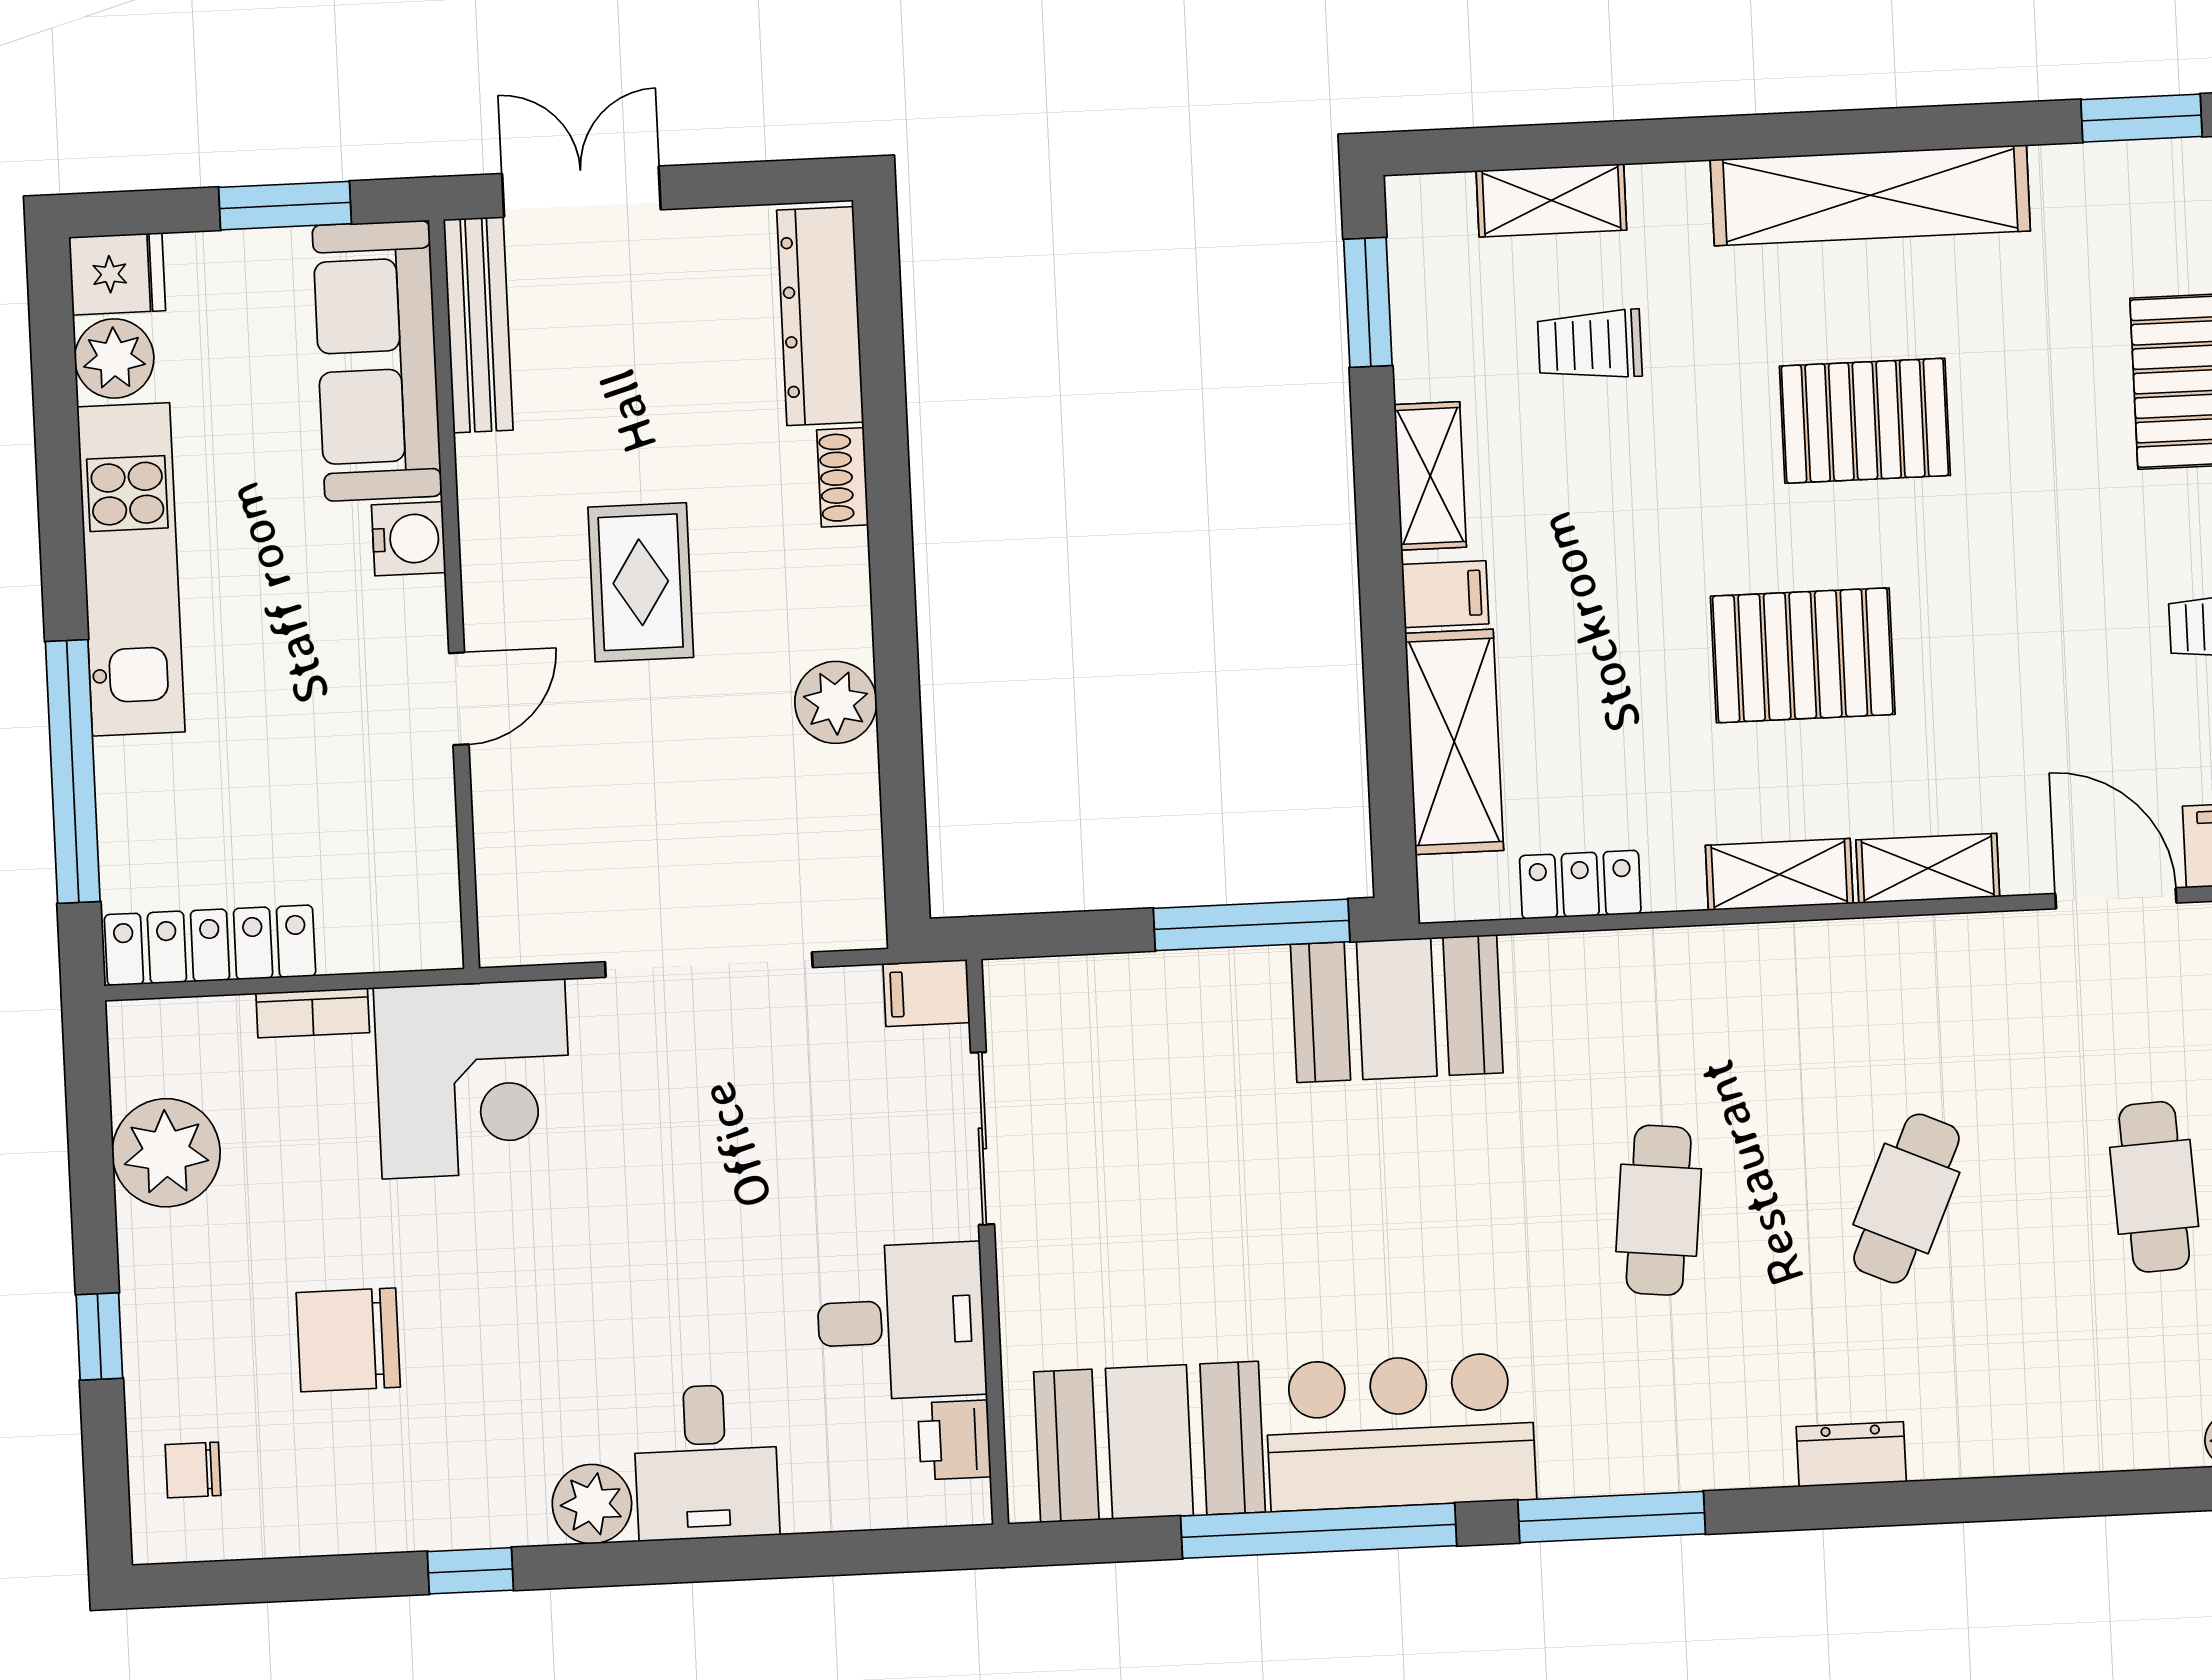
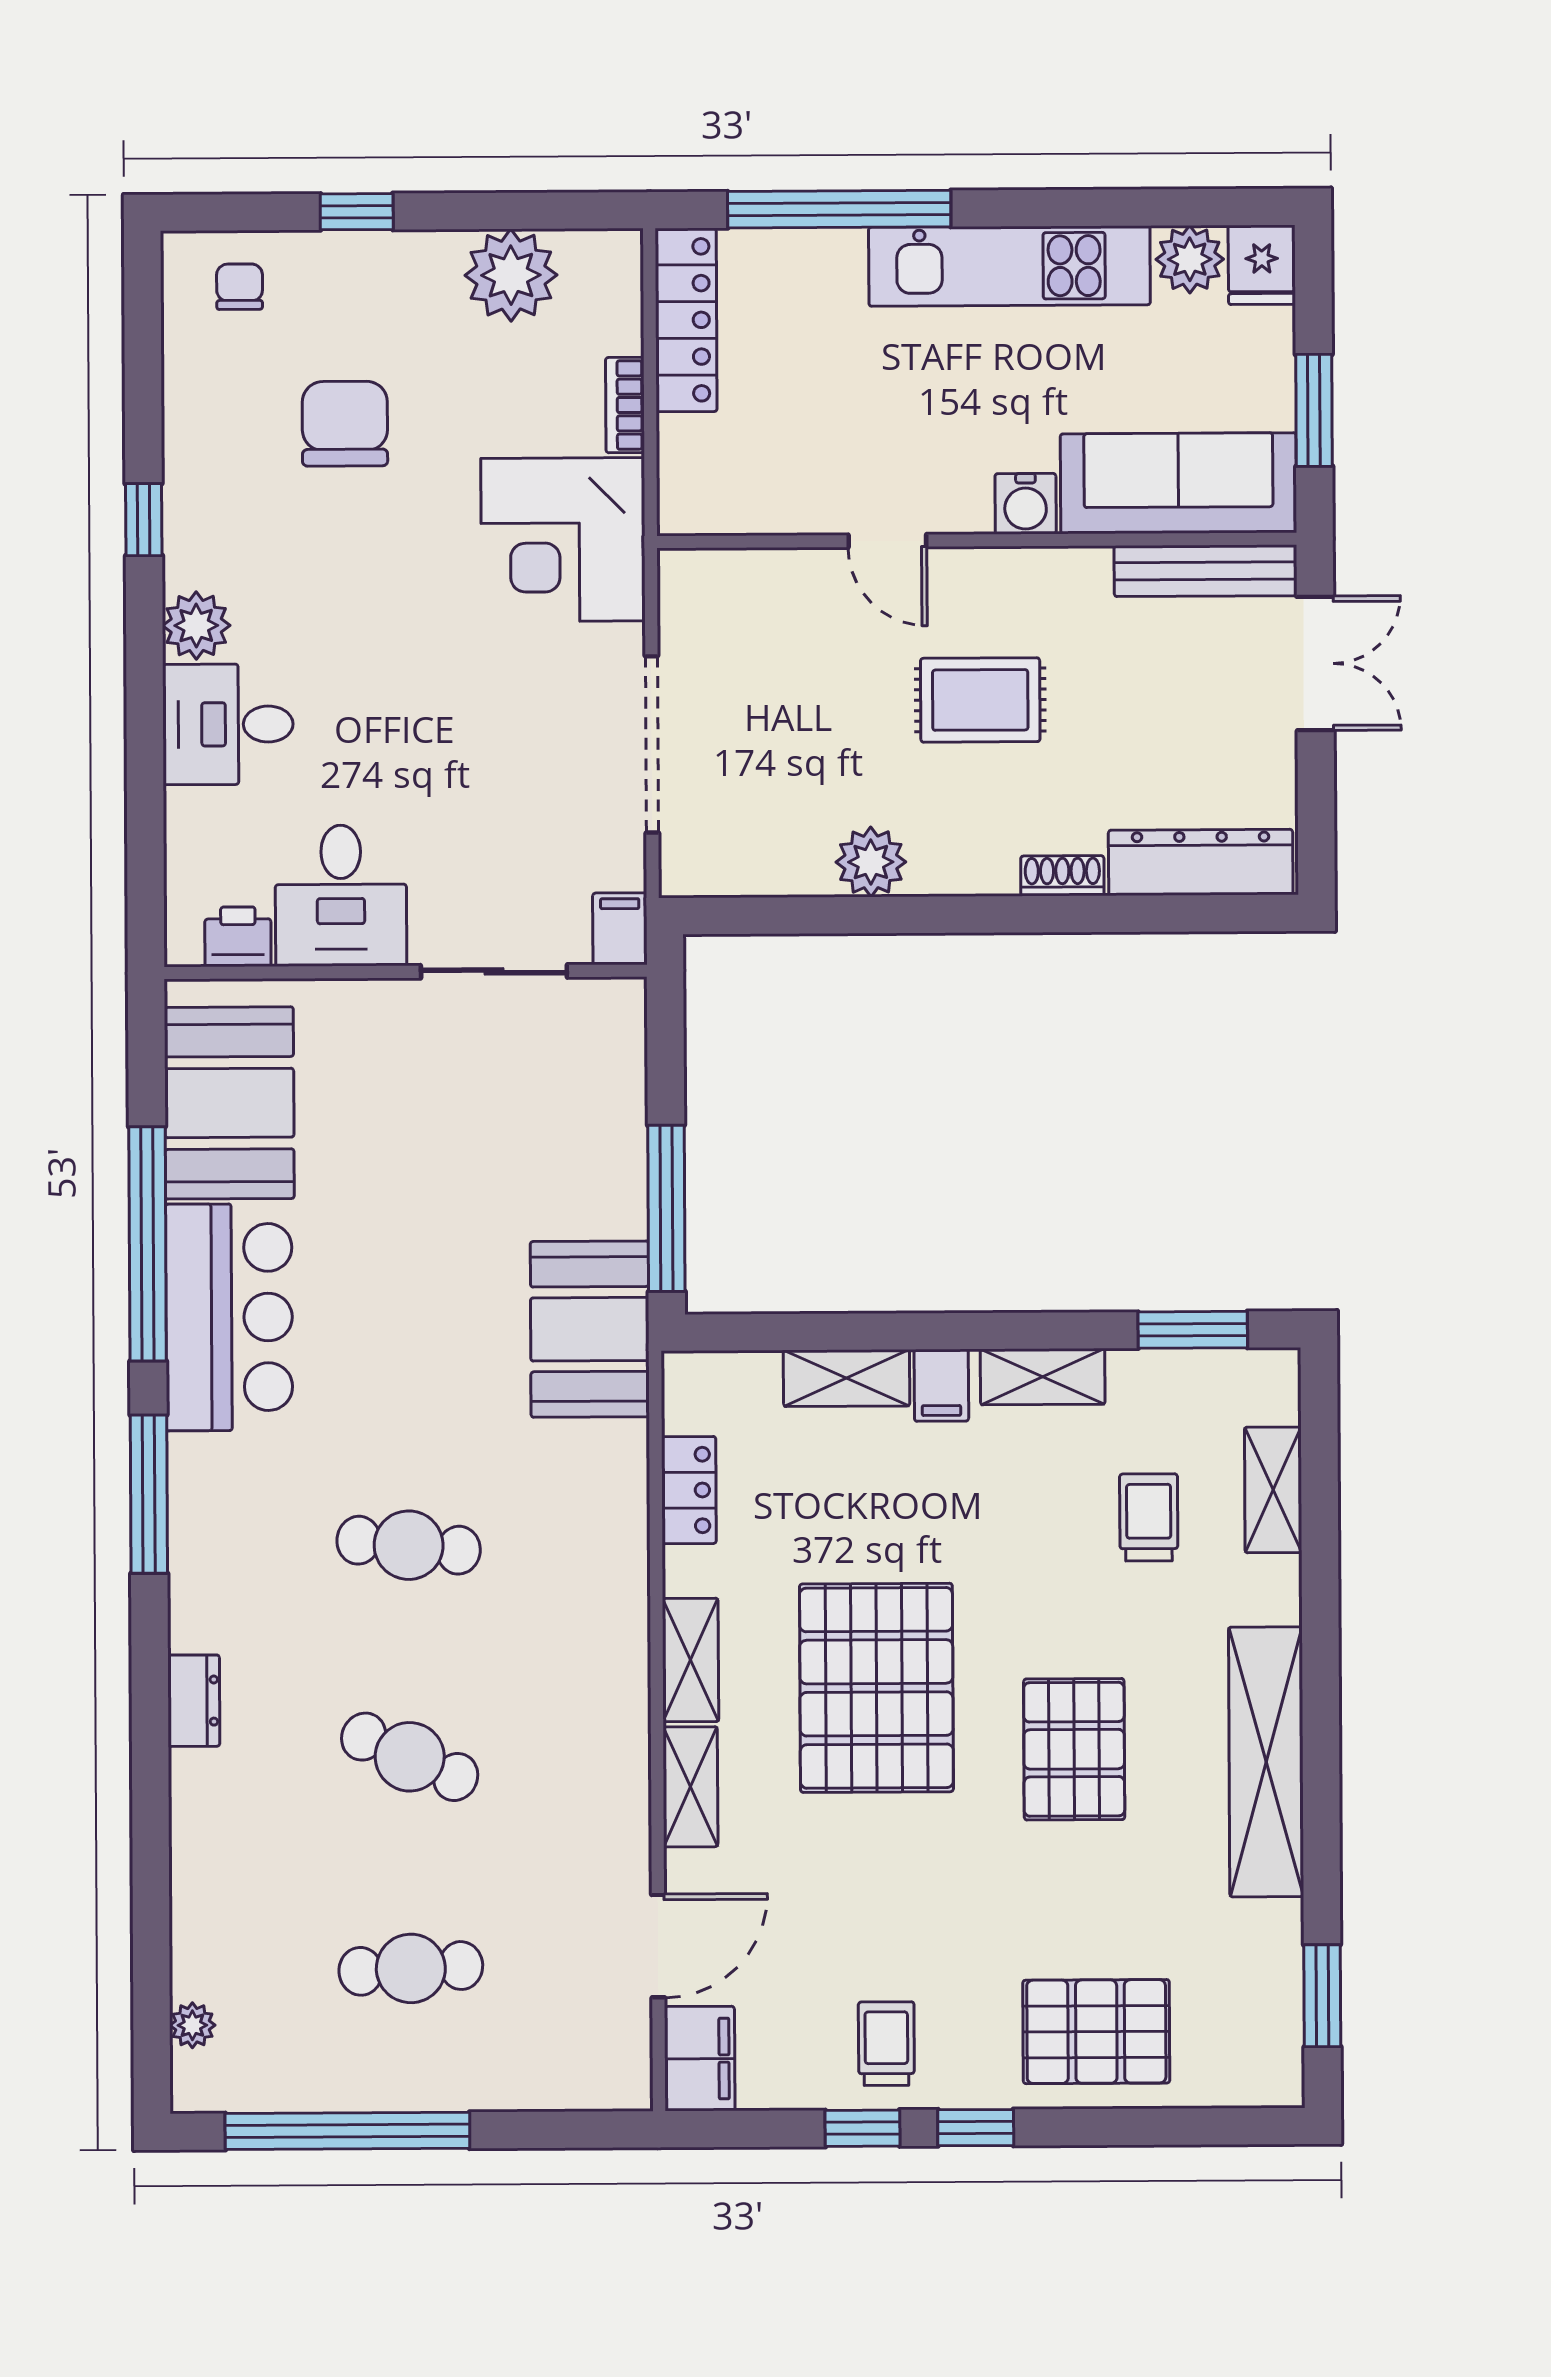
pallet: (1803, 655) -> (876, 1688), width x1.37, depth x1.41
shelving: (1454, 742) -> (847, 1378), width x0.67, depth x0.75

